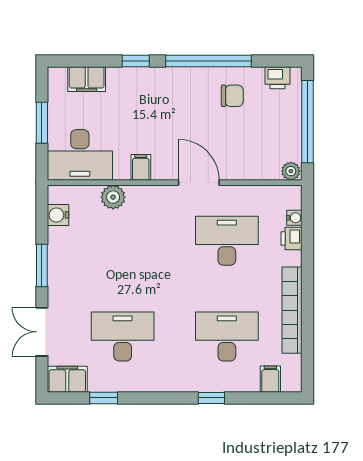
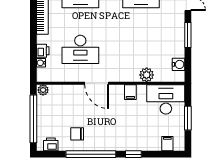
filing cabinet: (87, 79) -> (167, 144), width x0.50

